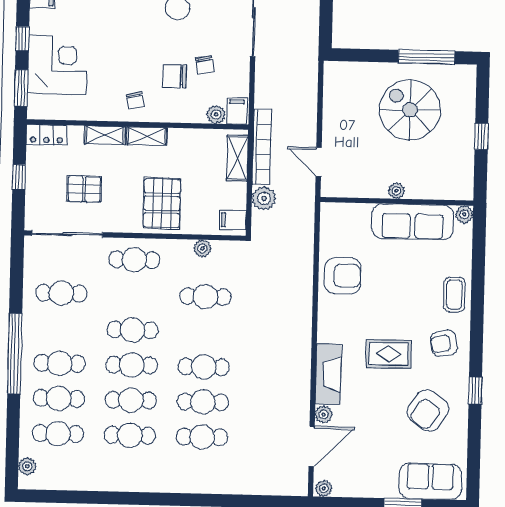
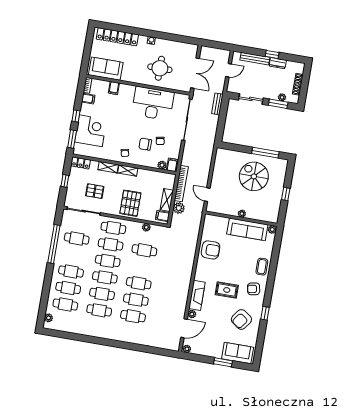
shelving: (237, 158) -> (167, 200), moved
cafe table: (133, 295) -> (111, 244), added
window: (15, 354) -> (54, 244), moved

